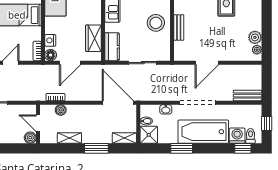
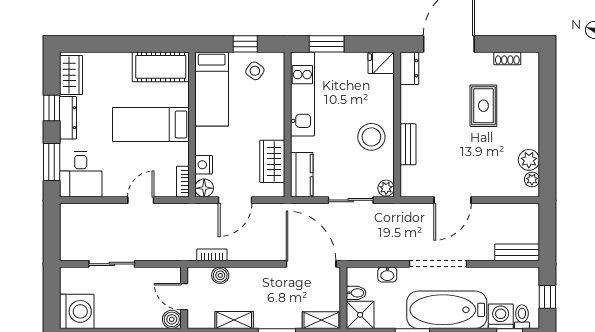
plant: (165, 55) -> (386, 188), added

